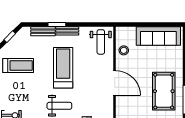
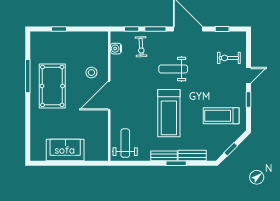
sofa: (158, 36) -> (65, 150), width x0.73
stool: (124, 50) -> (91, 73), moved
door: (115, 83) -> (109, 95), hinge flipped

